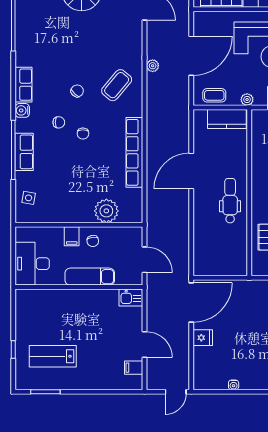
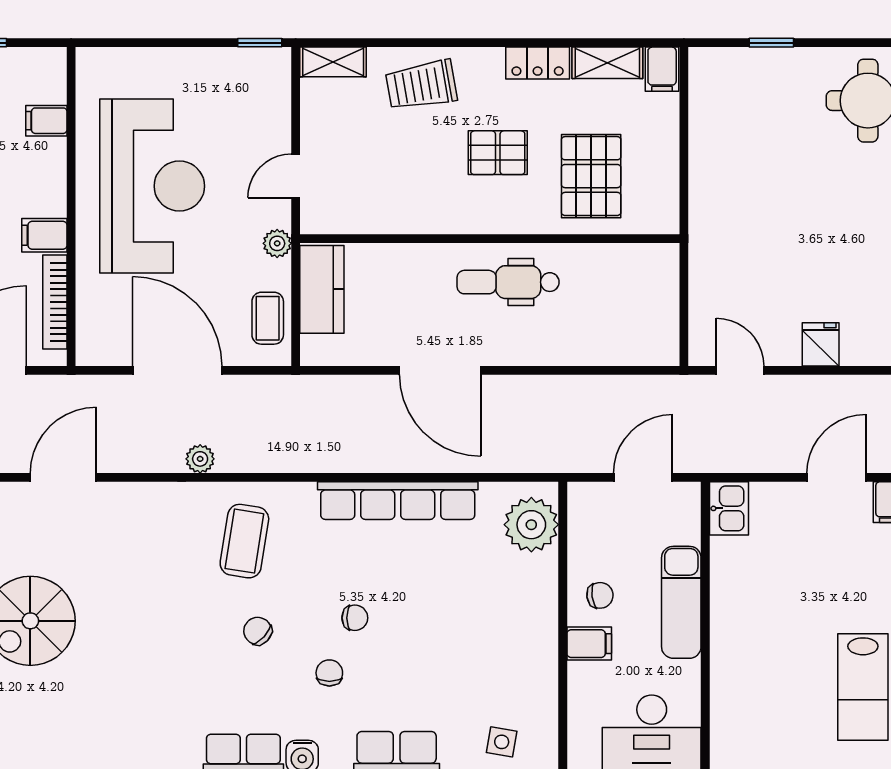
coffee table: (117, 85) -> (244, 541), turned 59
plant: (106, 211) -> (531, 525), moved
door: (191, 302) -> (740, 370), width x0.53

